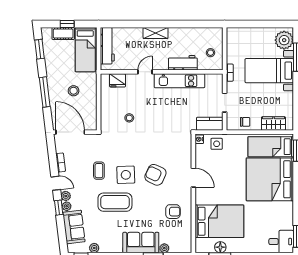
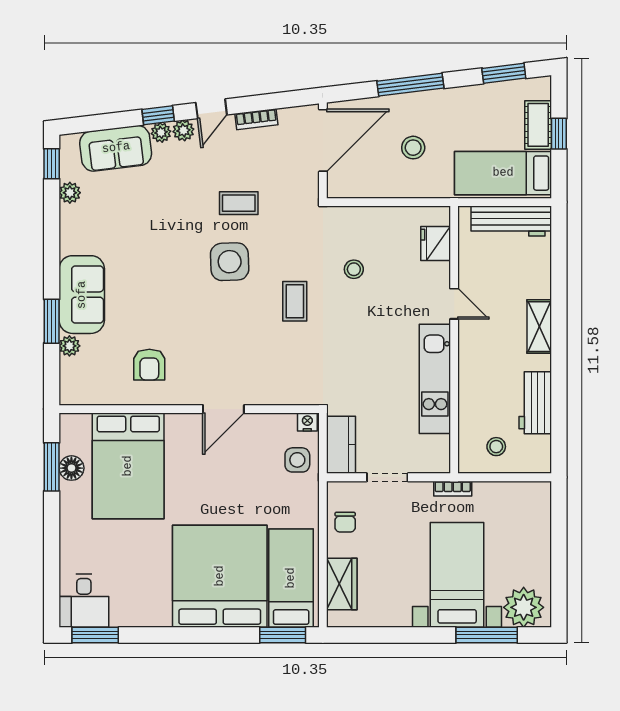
workbench: (183, 63) -> (535, 403), moved, turned 180
armchair: (155, 175) -> (230, 326), removed
coffee table: (115, 202) -> (295, 301), moved, width x0.54, depth x0.58

